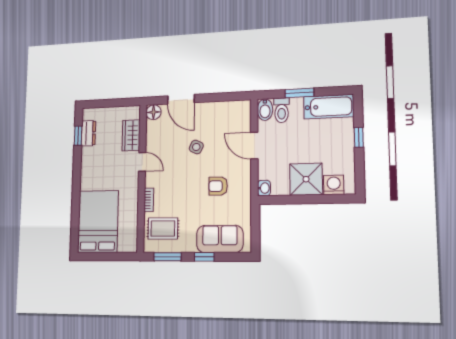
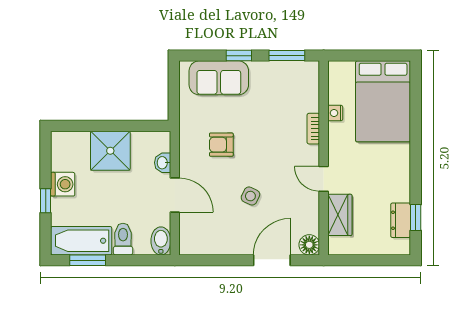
window: (299, 93) -> (88, 260), moved
door: (181, 99) -> (272, 260), hinge flipped
toilet: (282, 110) -> (123, 239), moved
washing machine: (334, 185) -> (63, 184), moved, turned -90
armchair: (218, 186) -> (221, 145), turned 180
washbasin: (264, 188) -> (163, 163), moved
nightstand: (133, 212) -> (335, 113), added
rug: (163, 228) -> (294, 91), removed

